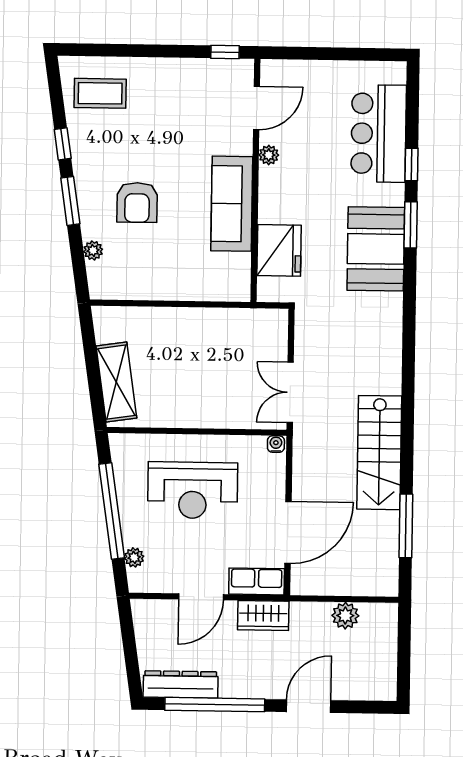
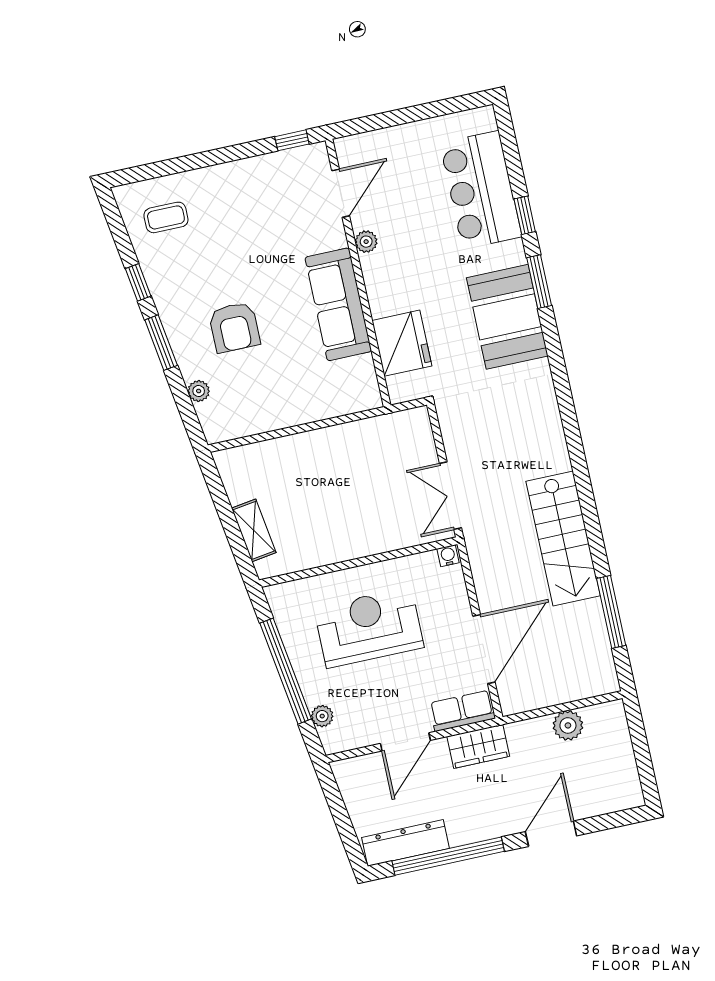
coffee table: (100, 93) -> (166, 217), width x0.73, depth x0.77
shelving: (116, 382) -> (254, 530), width x0.67, depth x0.75
reception desk: (193, 490) -> (369, 628), turned 180

